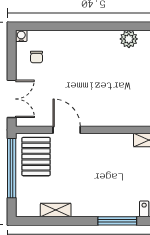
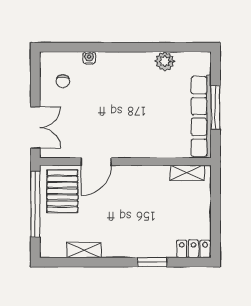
water cooler: (21, 36) -> (89, 58), moved
door: (67, 130) -> (96, 162), swing flipped
window: (117, 221) -> (152, 262), width x0.69

